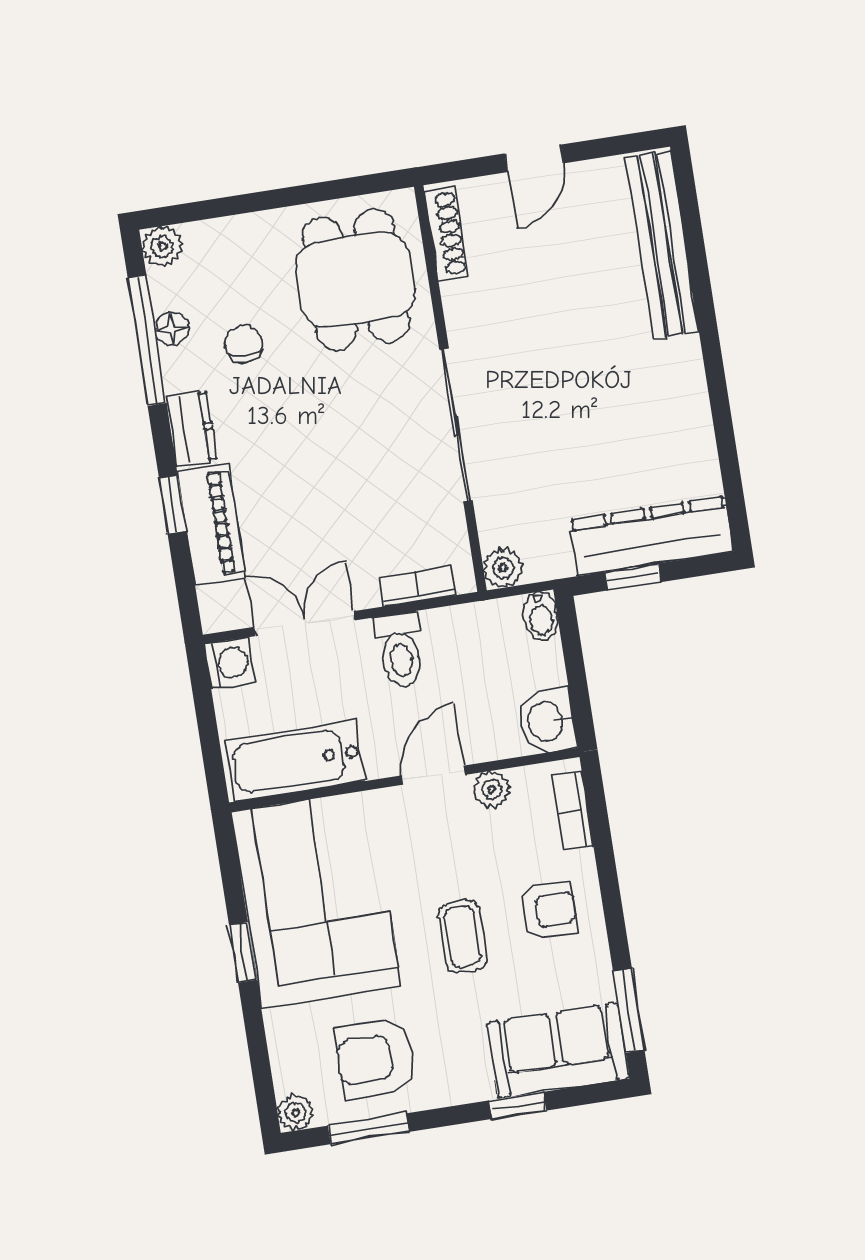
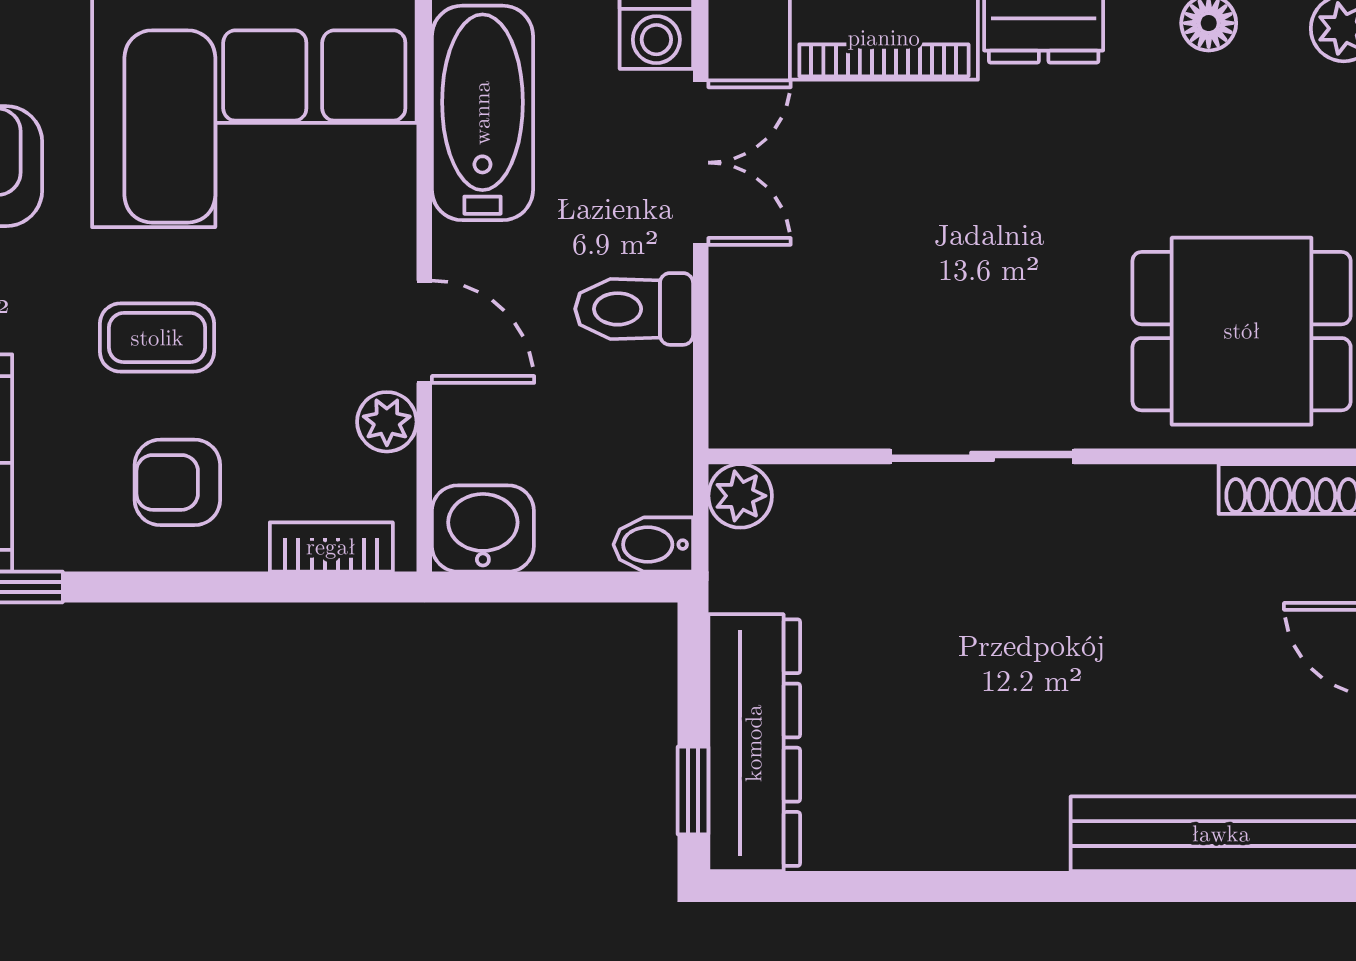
chair: (243, 344) -> (1166, 135), removed
sliding door: (456, 425) -> (982, 456), width x0.73
window: (633, 577) -> (693, 791), moved
bookcase: (418, 586) -> (732, 355), removed
armchair: (548, 910) -> (177, 482), turned 90

